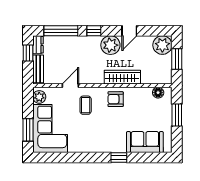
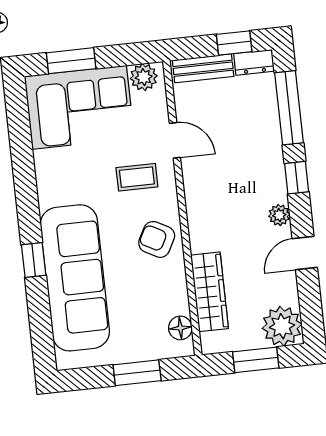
door: (129, 31) -> (305, 253), hinge flipped
plant: (110, 45) -> (279, 215), width x0.53, depth x0.53
wardrobe: (122, 77) -> (210, 292), moved
armchair: (116, 99) -> (157, 239), turned -62
sofa: (145, 142) -> (75, 278), width x1.85, depth x1.27

